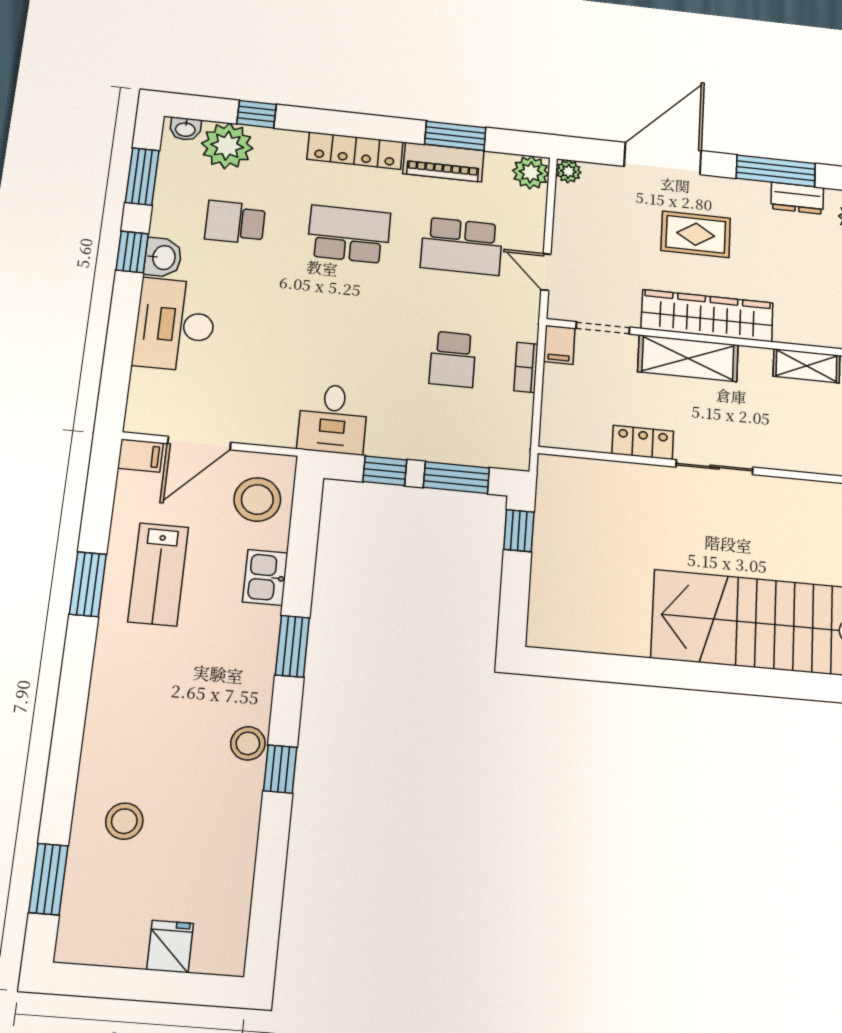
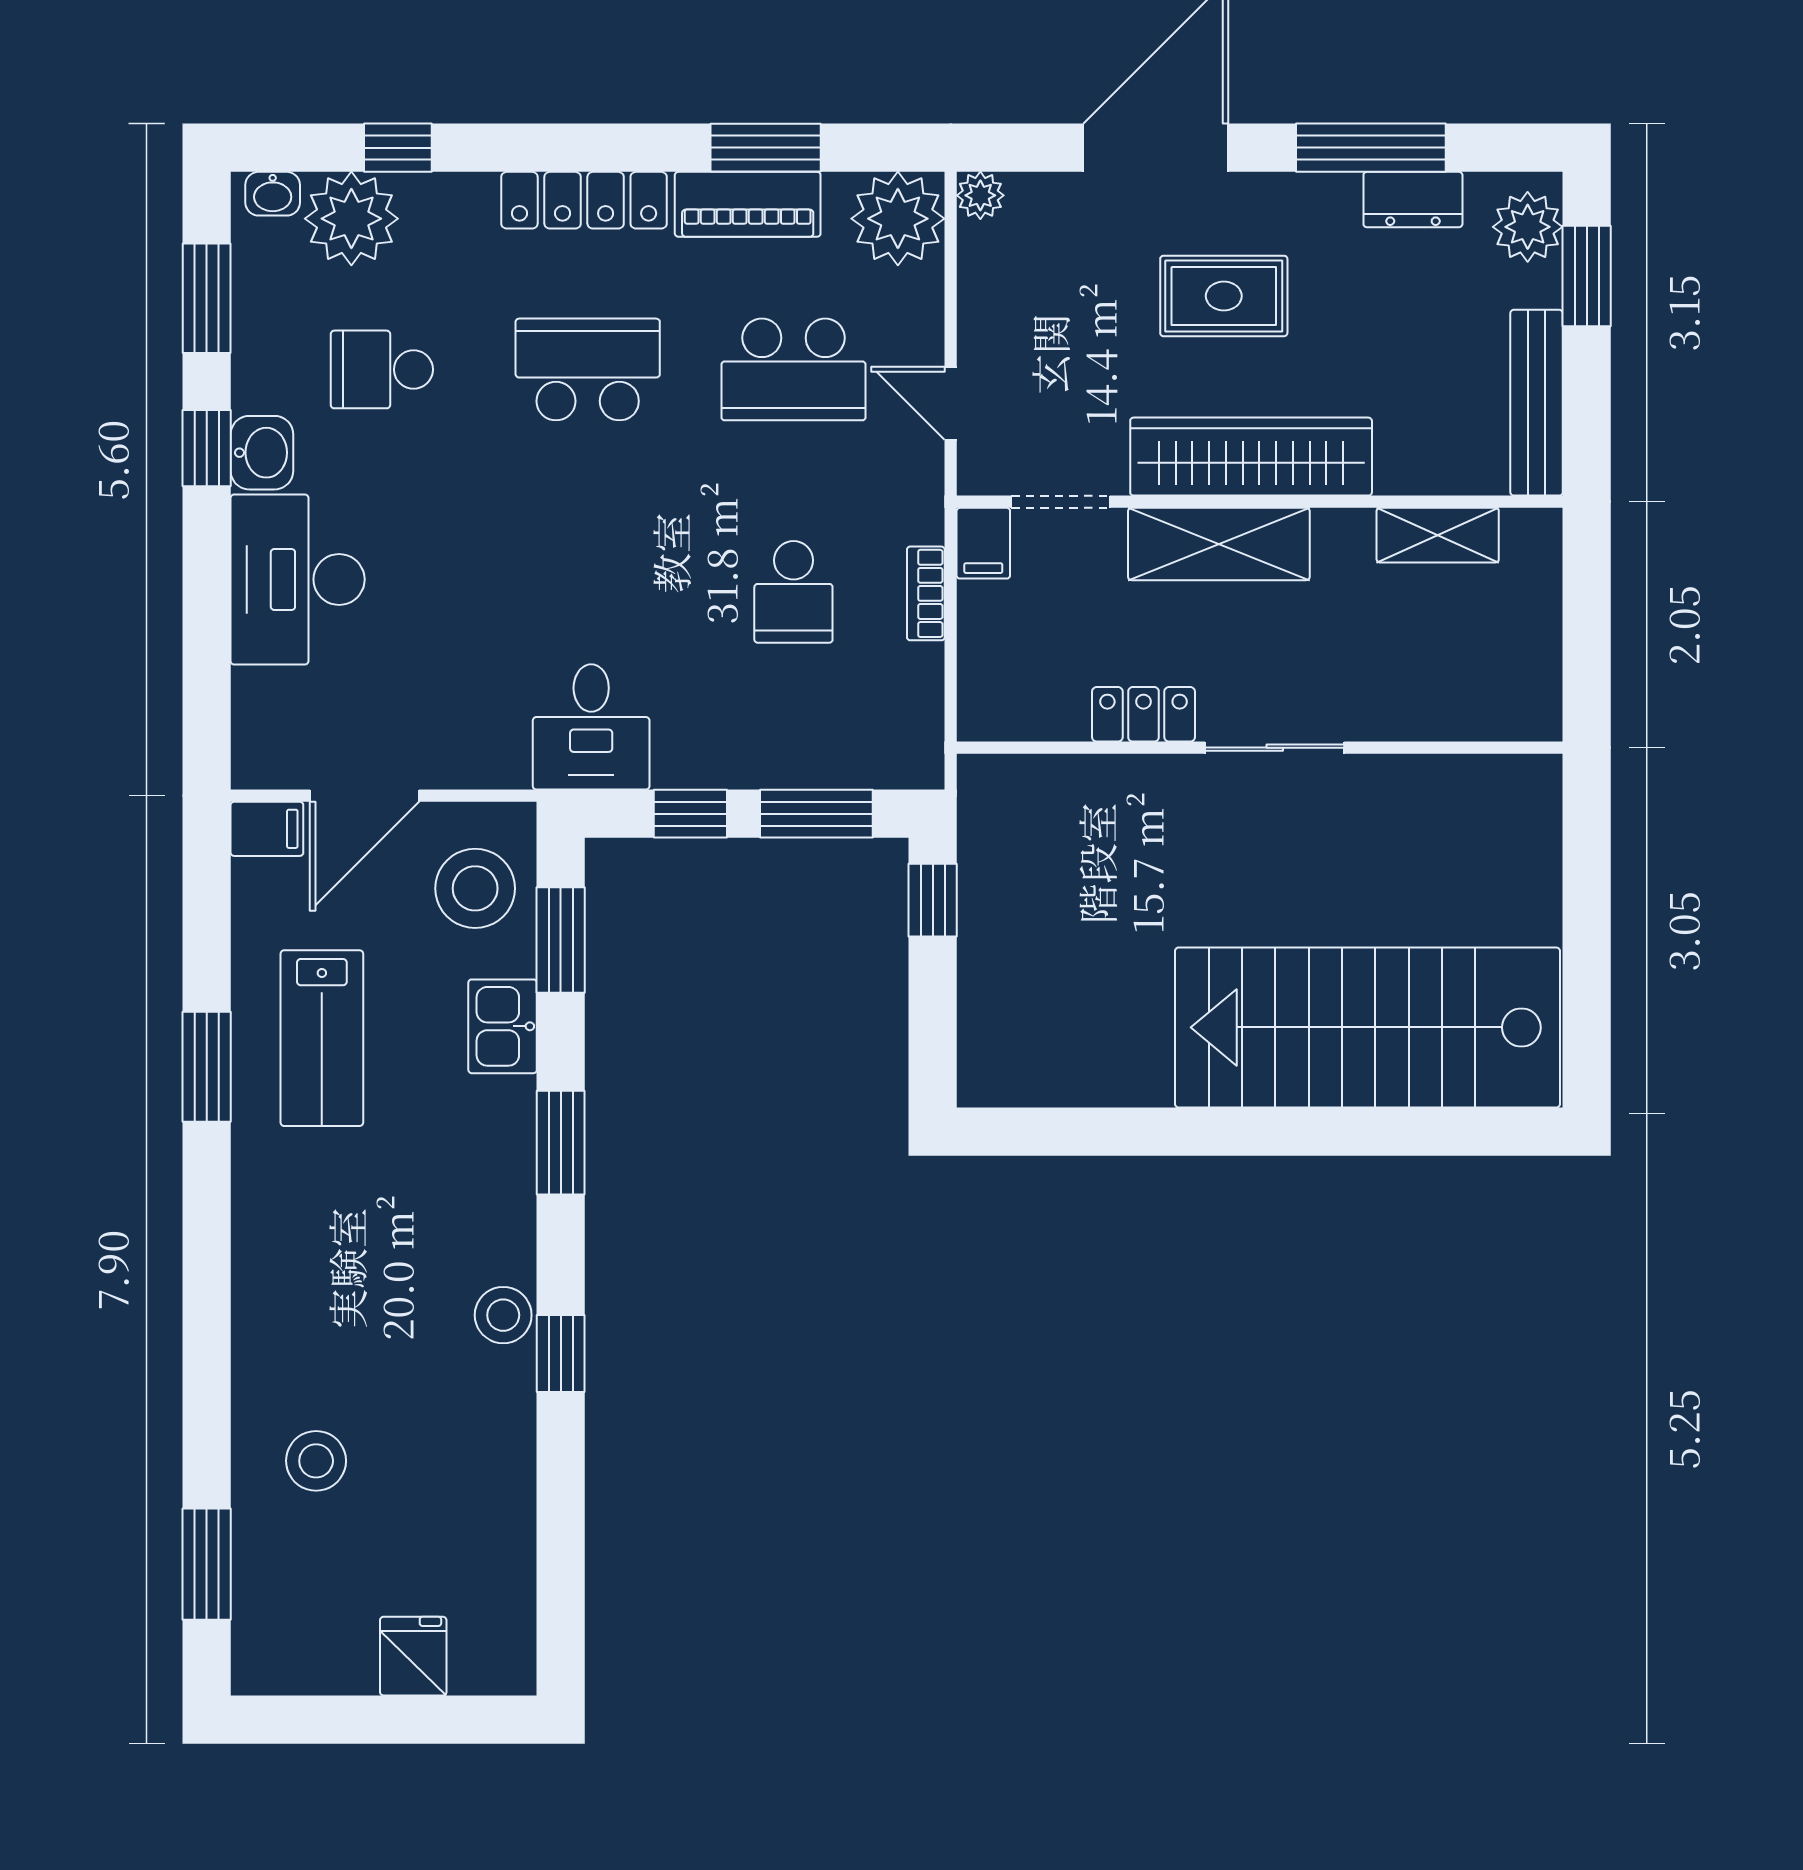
plant: (531, 172) -> (898, 219), width x1.36, depth x1.36
window: (304, 533) -> (561, 940), added

